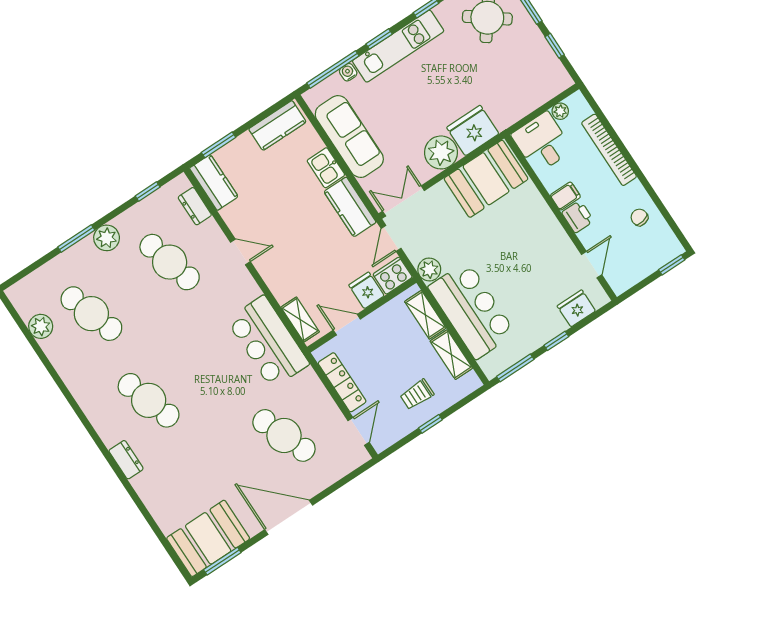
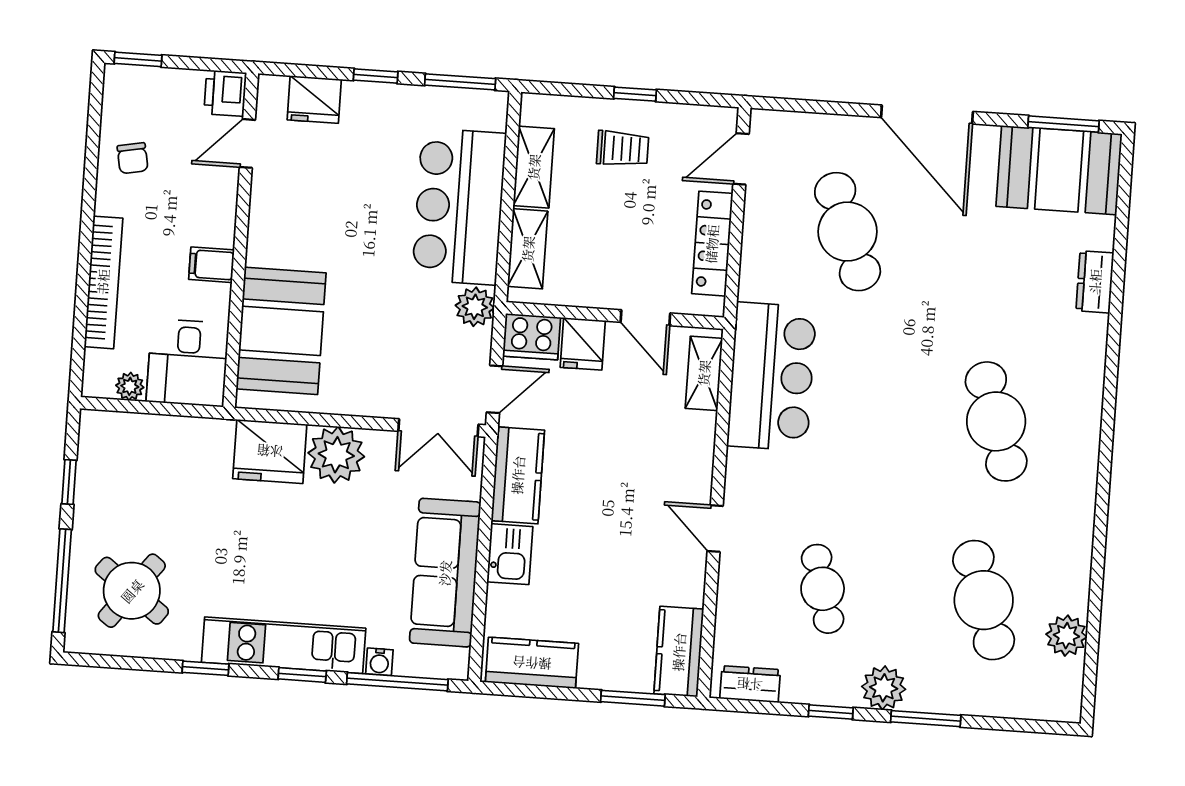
booth: (486, 179) -> (281, 331), moved, turned 90
window: (148, 192) -> (831, 712), moved
dresser: (195, 206) -> (750, 684), moved, turned -90
printer: (578, 217) -> (225, 93), moved
cafe table: (170, 262) -> (823, 589), width x0.73, depth x0.74
dresser: (126, 460) -> (1095, 282), moved

